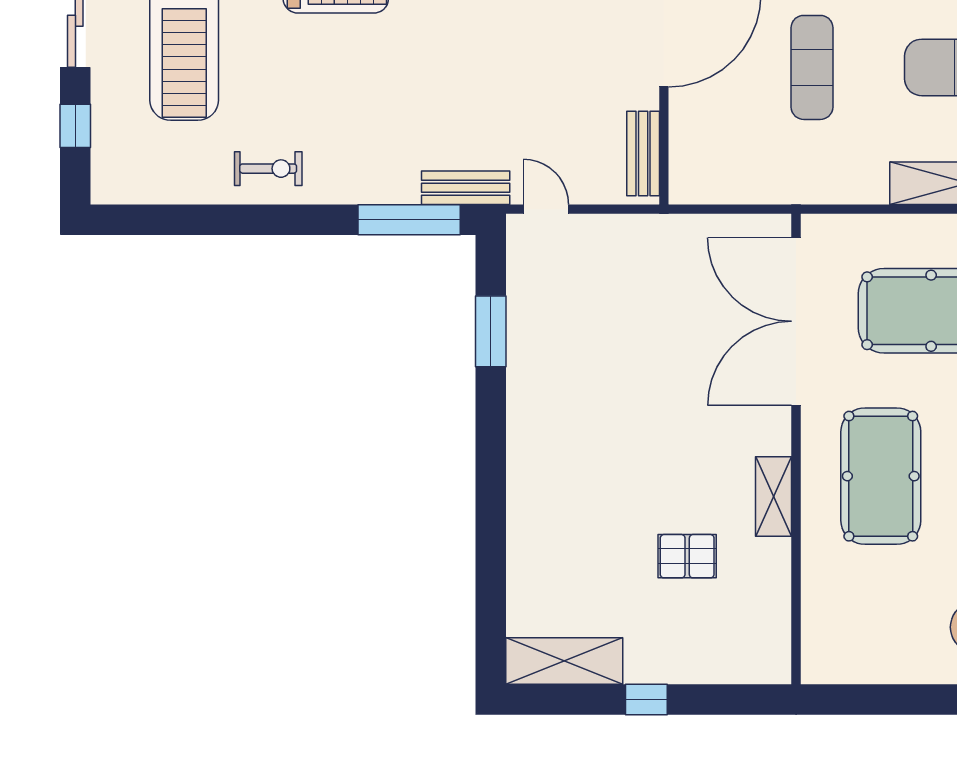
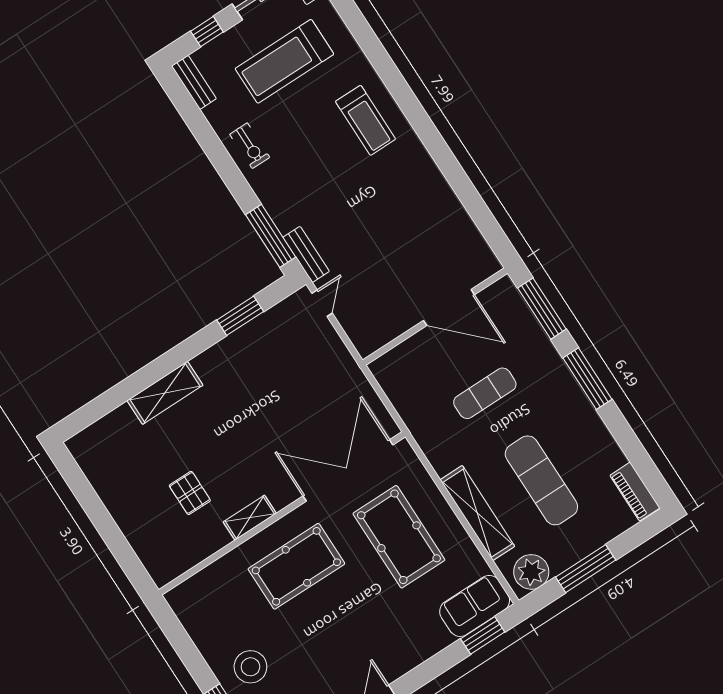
bench: (643, 154) -> (194, 82), moved, turned 90
shelving: (564, 661) -> (165, 393), moved, turned 90
window: (646, 699) -> (102, 520), removed

